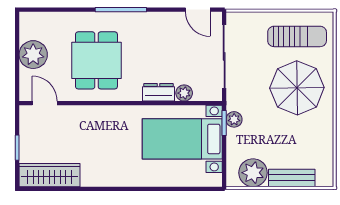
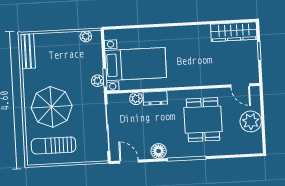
floor lamp: (158, 22) -> (159, 151), added
plant: (253, 173) -> (86, 36), width x0.53, depth x0.53
bench: (292, 178) -> (28, 51), moved, turned 90

